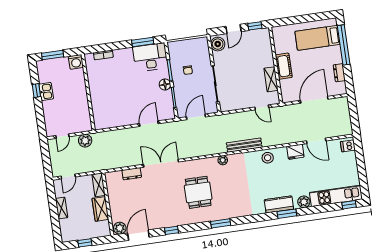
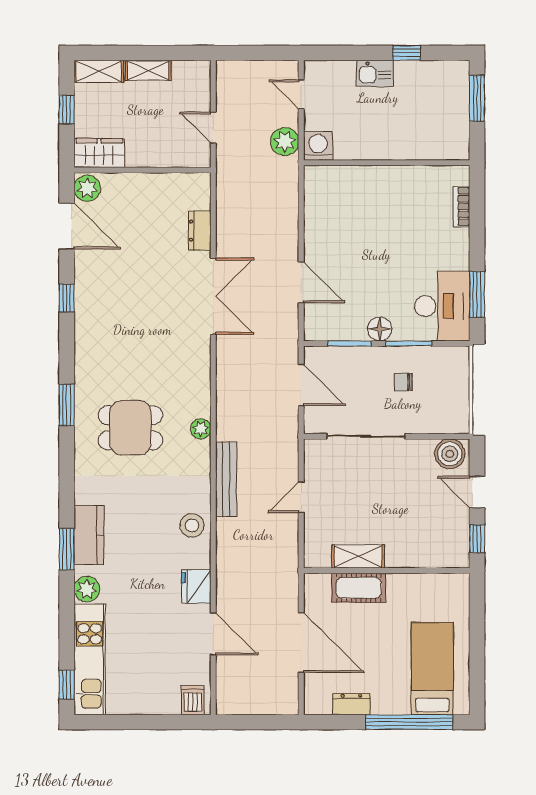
washing machine: (76, 62) -> (318, 146), moved, turned 90
cot: (284, 66) -> (359, 588), moved
kitchen sink: (46, 92) -> (375, 73), moved
door: (262, 107) -> (301, 497), moved
door: (316, 141) -> (213, 634), swing flipped
door: (68, 177) -> (213, 128), moved
shelving: (99, 185) -> (99, 71), moved
dining table: (198, 192) -> (130, 428), moved
wardrobe: (100, 209) -> (99, 153), moved

